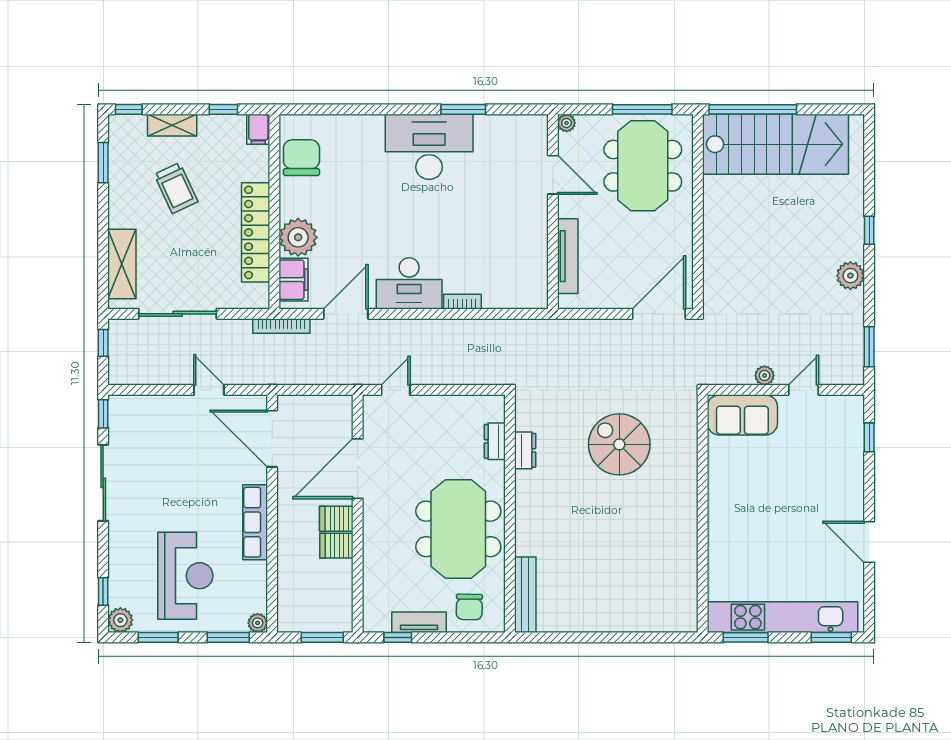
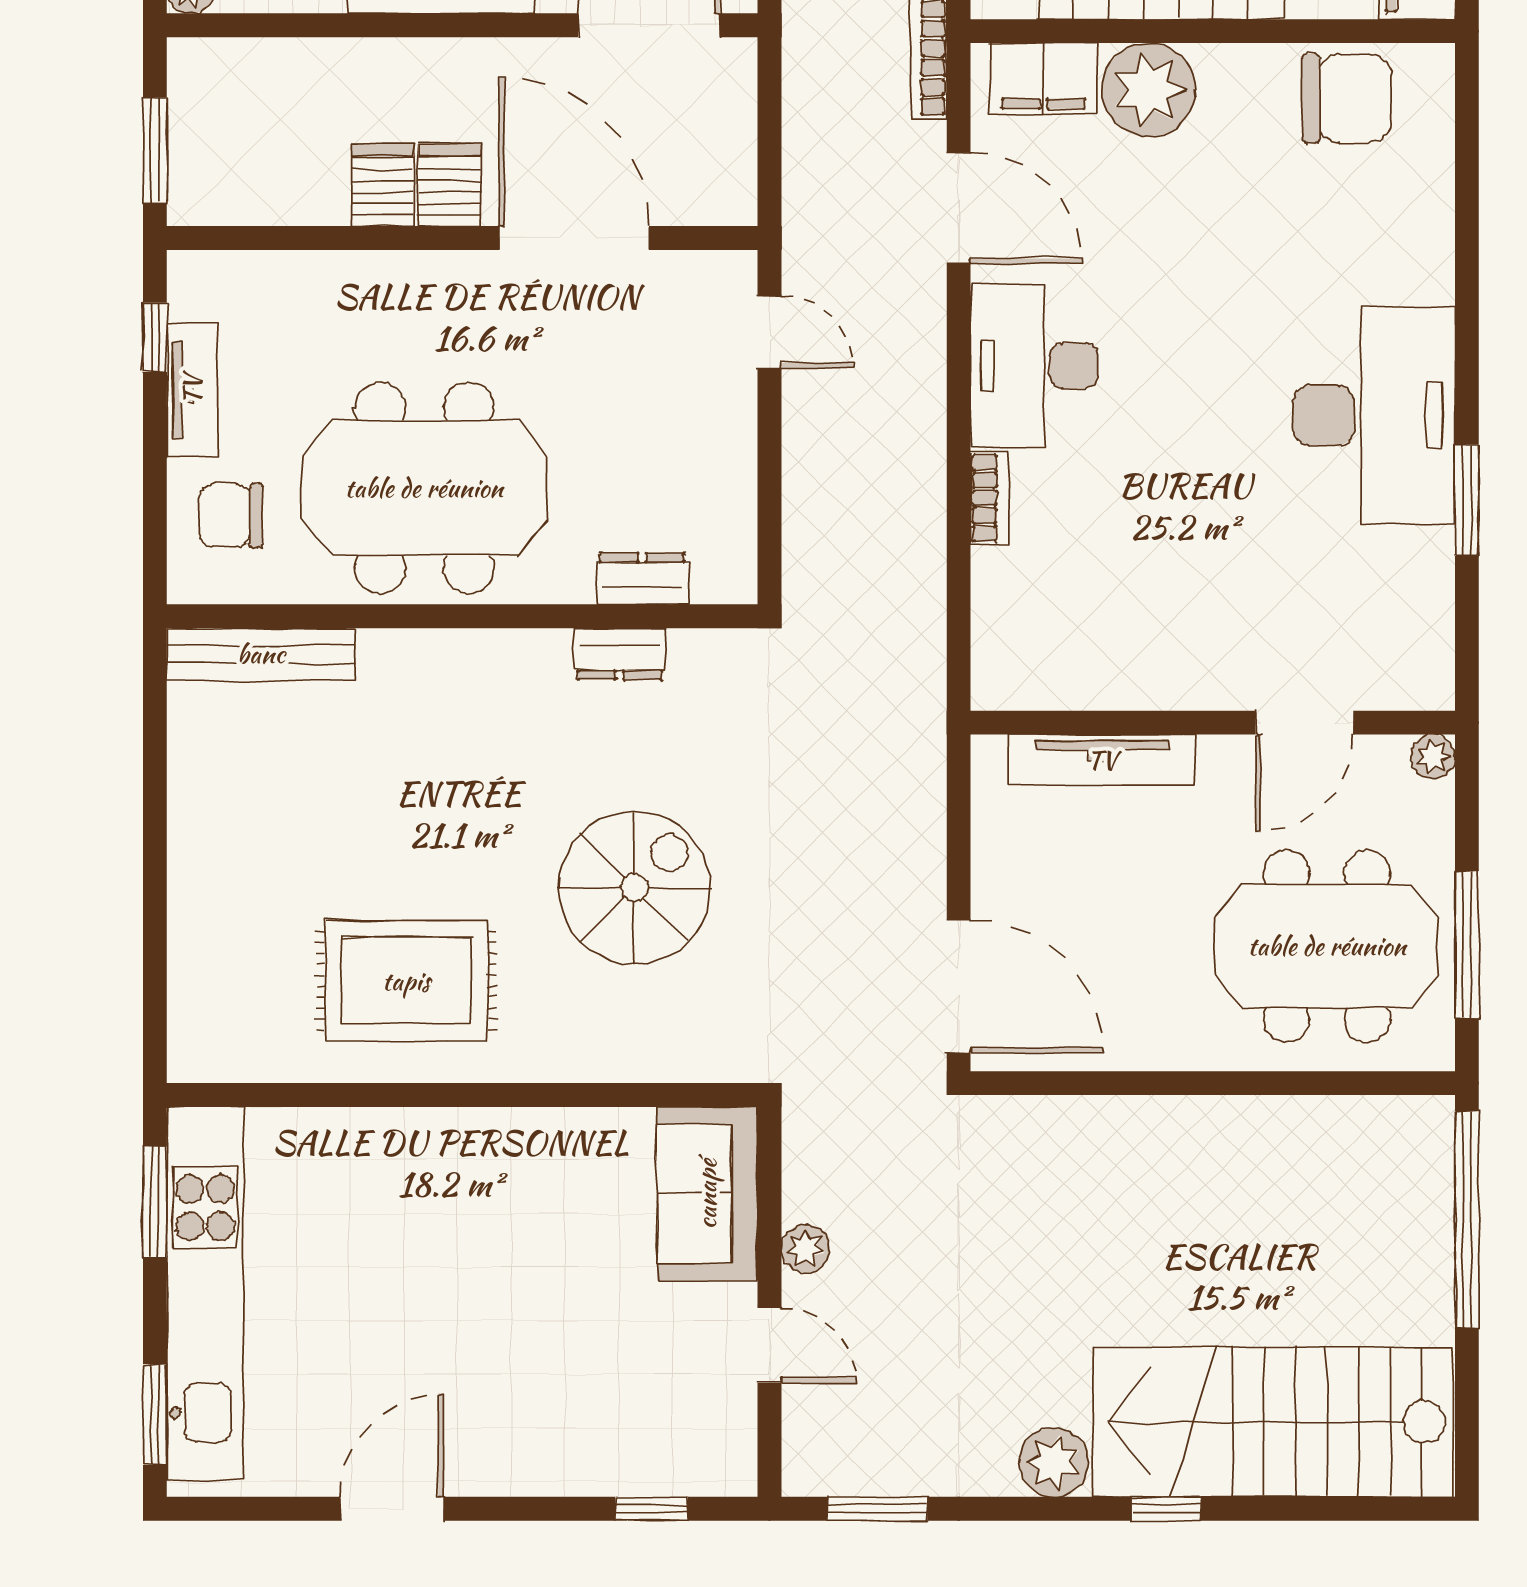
stairs: (776, 144) -> (1273, 1422), moved, turned 90
rug: (657, 536) -> (406, 981), added

